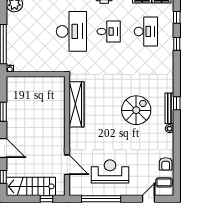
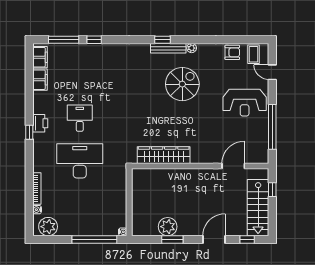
window: (177, 17) -> (64, 40), width x2.17
desk: (146, 31) -> (80, 75), removed
plant: (14, 108) -> (168, 227), added
spiral stairs: (136, 110) -> (182, 84), moved, turned 90
reception desk: (110, 171) -> (245, 103), moved, turned -90

